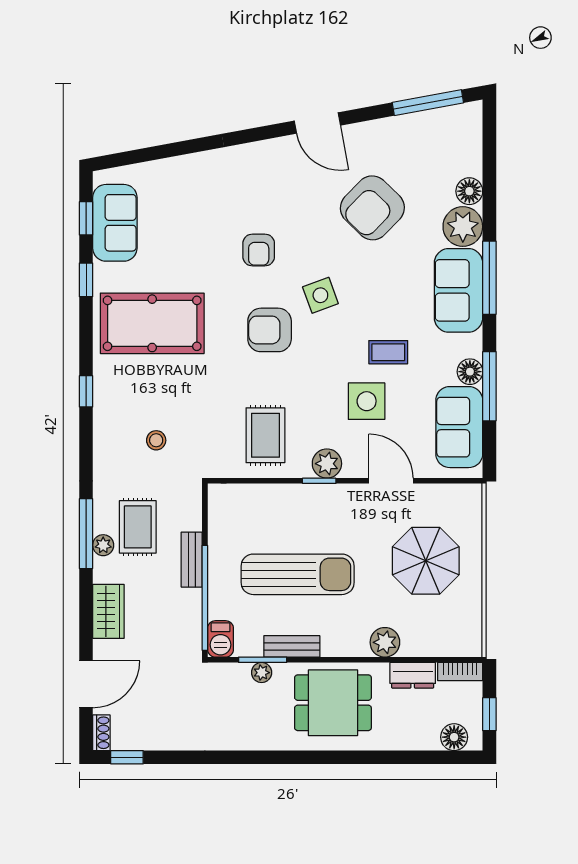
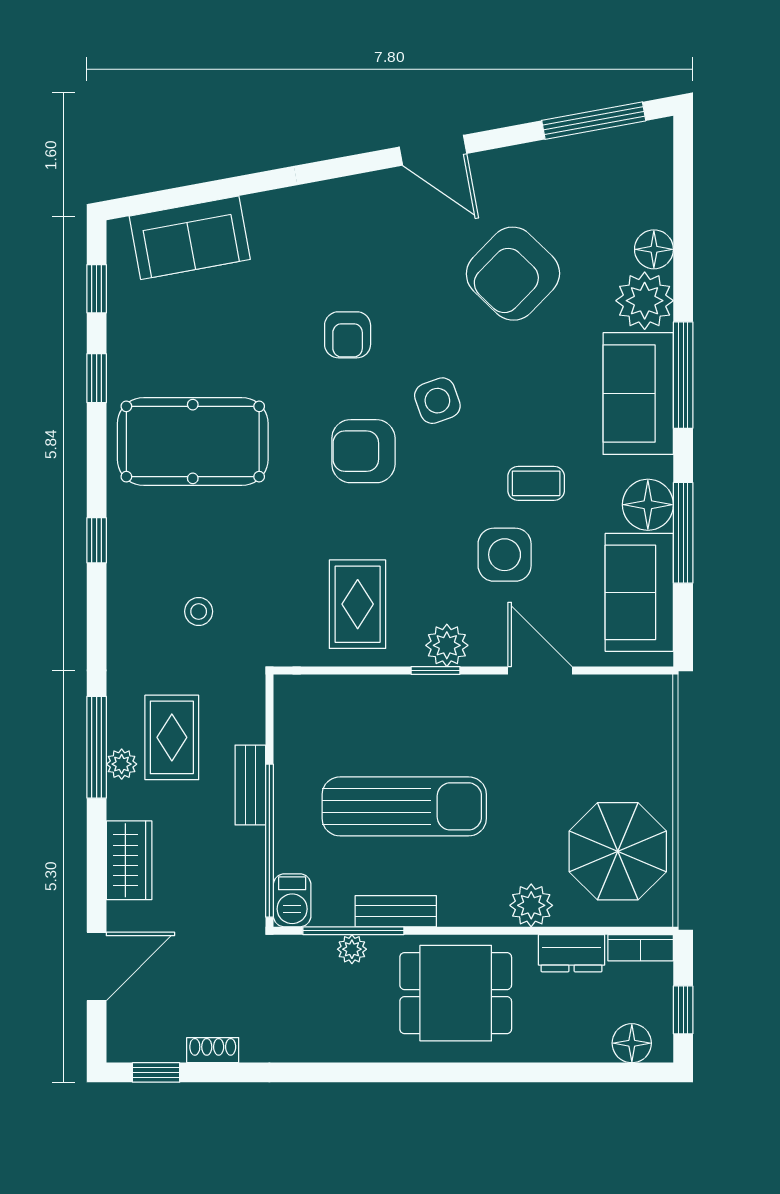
sofa: (115, 223) -> (190, 238), moved, turned 80
floor lamp: (470, 372) -> (648, 505), width x1.38, depth x1.38
parasol: (426, 561) -> (618, 851), moved
window: (263, 660) -> (353, 931), width x1.44
shoe rack: (101, 733) -> (213, 1050), moved, turned -90

